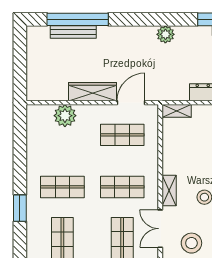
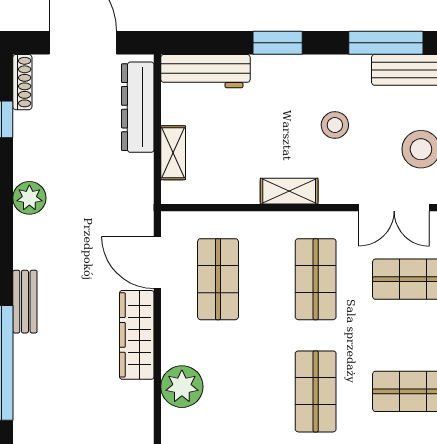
bench: (73, 32) -> (25, 302), moved, width x0.73
shelving: (177, 111) -> (173, 153), moved
shelving: (169, 191) -> (289, 191), moved

